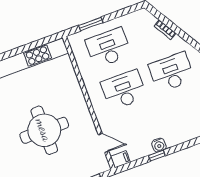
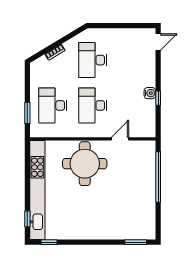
round table: (44, 130) -> (85, 164), moved
door: (103, 143) -> (120, 139), moved
filing cabinet: (120, 159) -> (150, 130), removed

